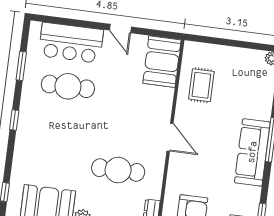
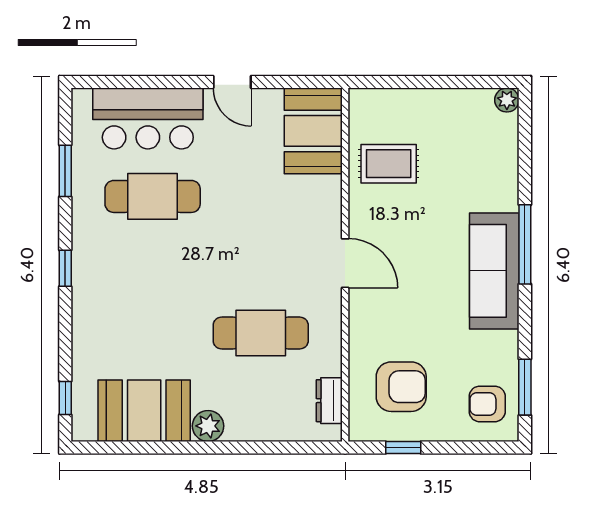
rug: (201, 85) -> (389, 164), turned 90

